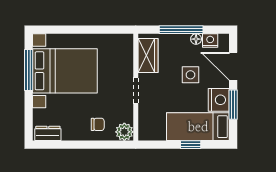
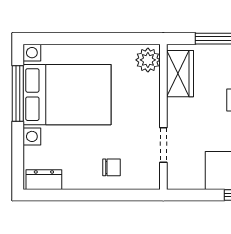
doorway: (136, 90) -> (163, 145), moved
plant: (124, 132) -> (148, 60), moved

